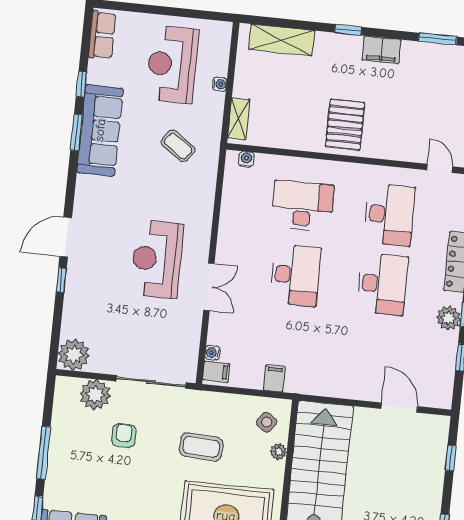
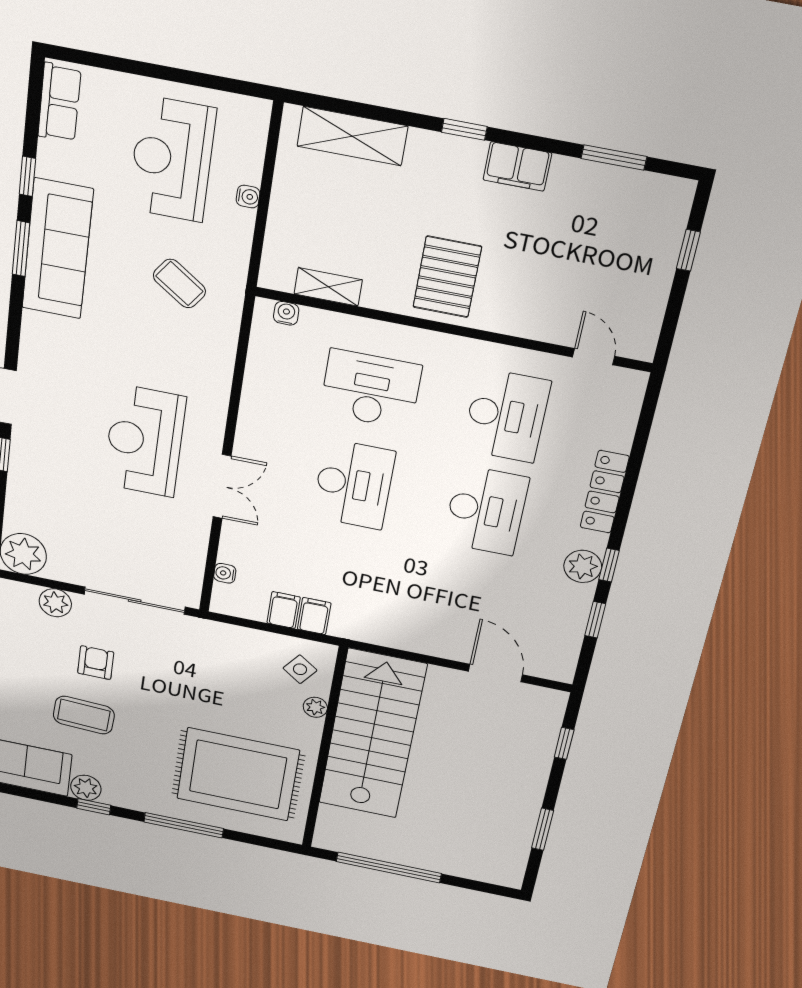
shelving: (239, 119) -> (328, 287), moved, turned 90
filing cabinet: (216, 372) -> (284, 610), moved, turned -90
plant: (95, 395) -> (55, 603), width x0.73, depth x0.73
coffee table: (201, 447) -> (84, 715), moved

